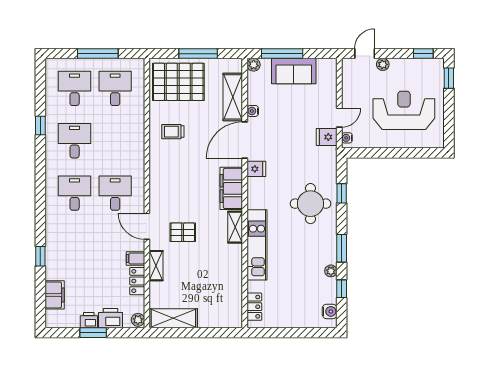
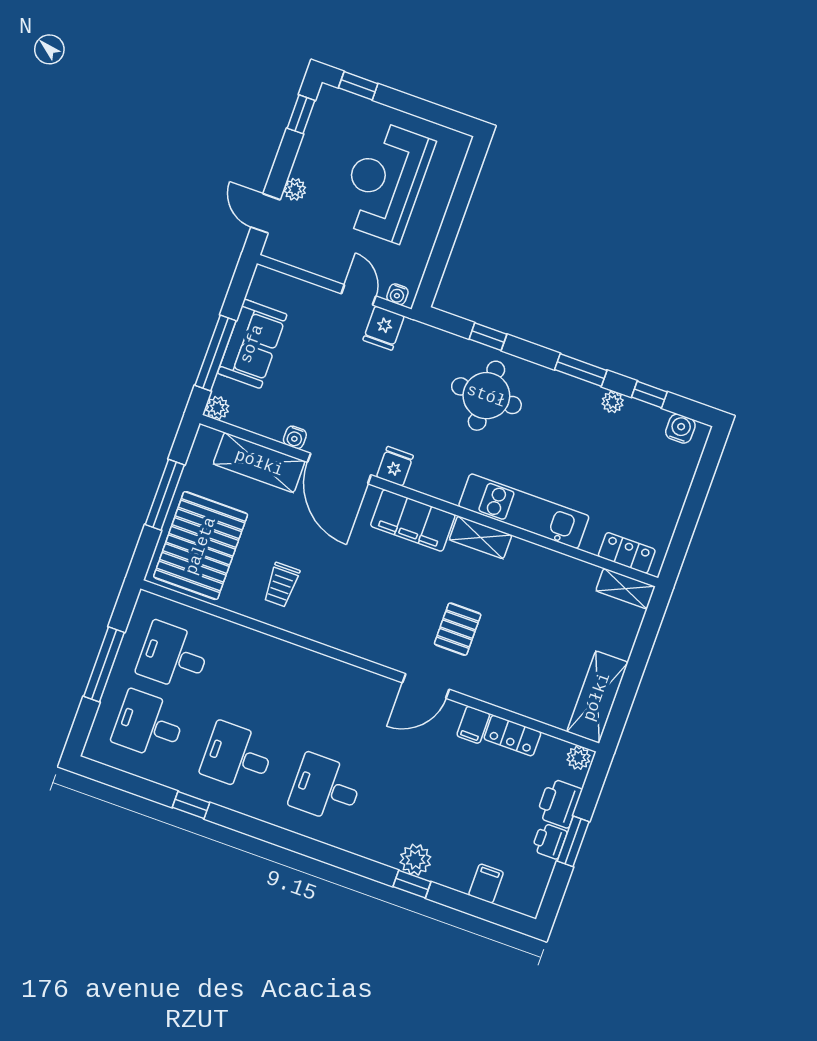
desk: (115, 193) -> (350, 720), removed
plant: (54, 253) -> (415, 860), added
shelving: (156, 266) -> (626, 589), moved
filing cabinet: (55, 295) -> (486, 884), width x0.50

